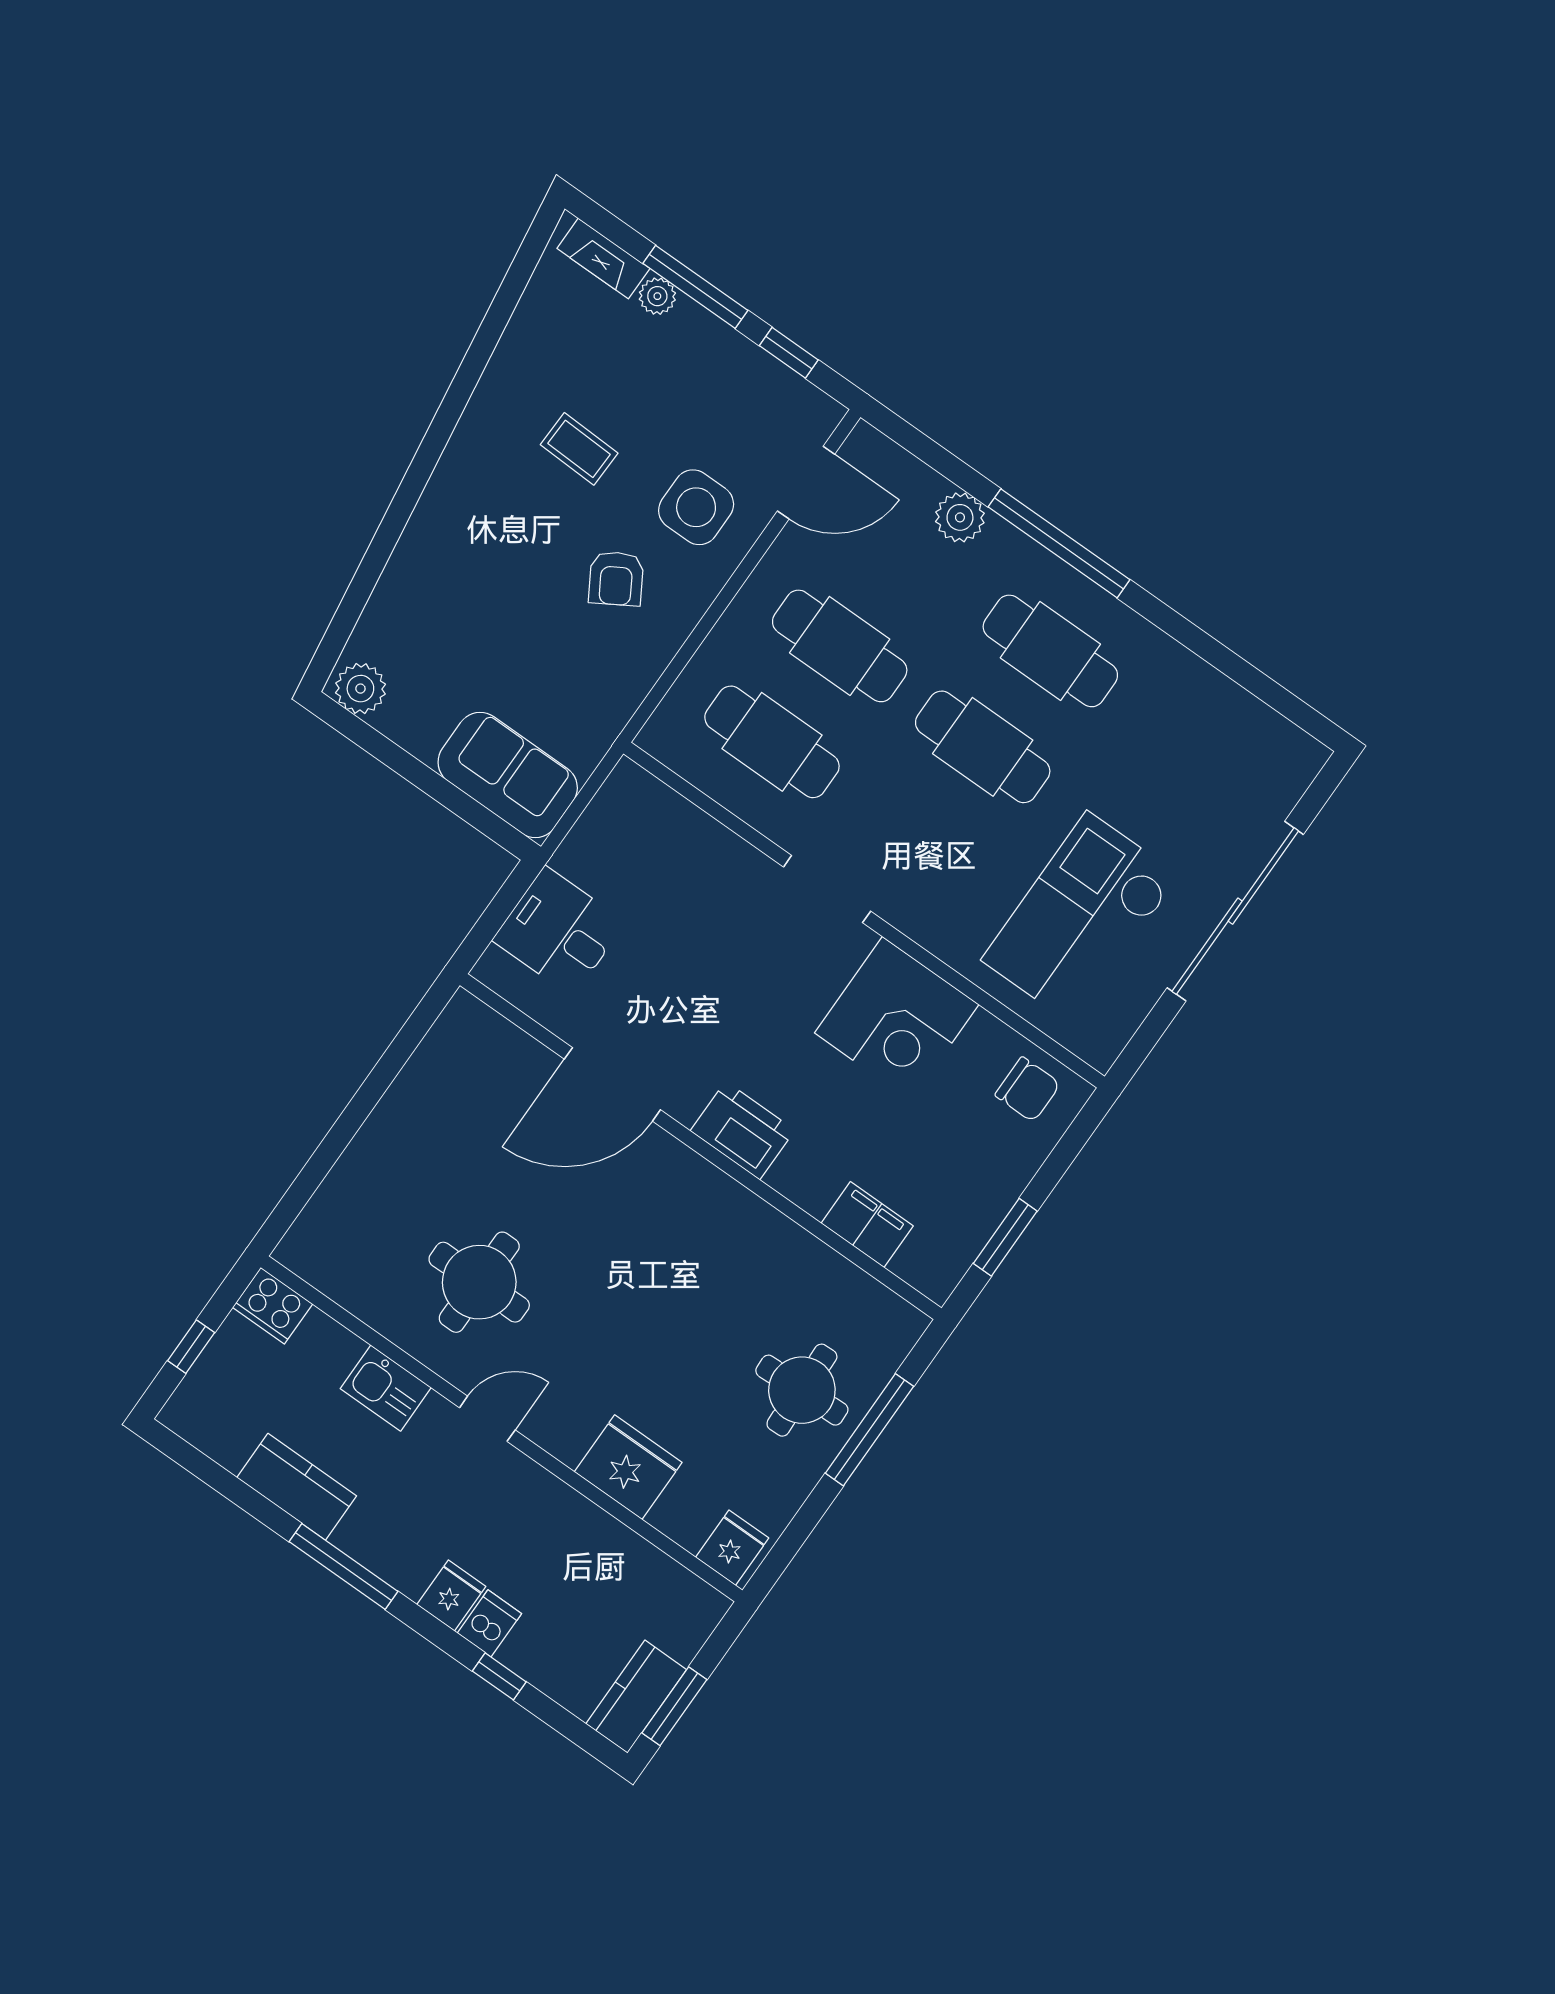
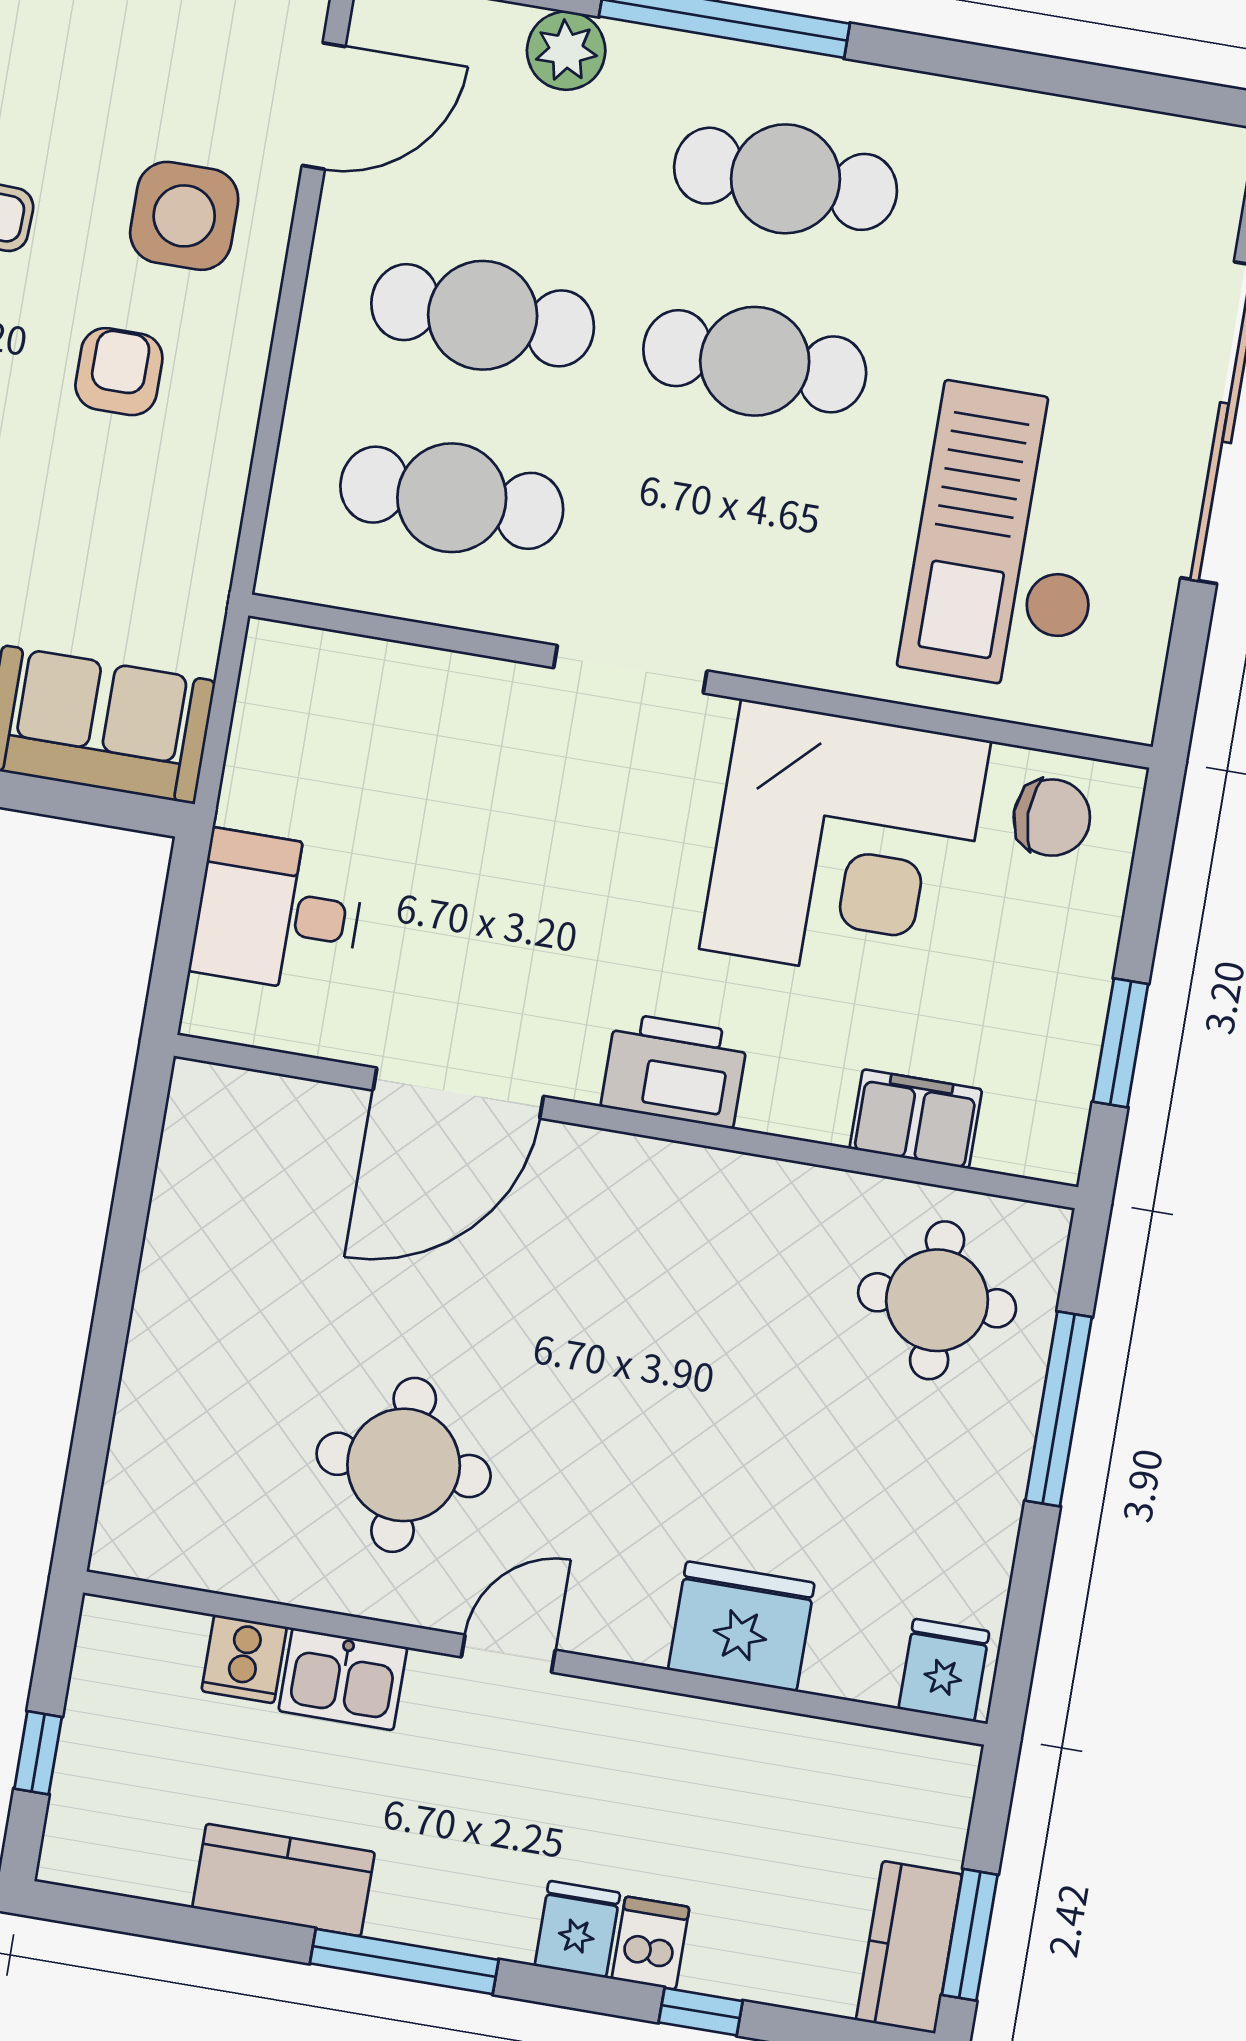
armchair: (616, 578) -> (119, 372), turned -149
corner desk: (897, 1019) -> (845, 845), width x1.36, depth x1.36
cooker: (273, 1306) -> (244, 1659), moved, width x0.73
round table: (802, 1390) -> (937, 1300), moved

